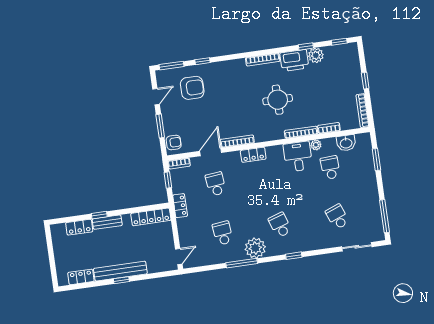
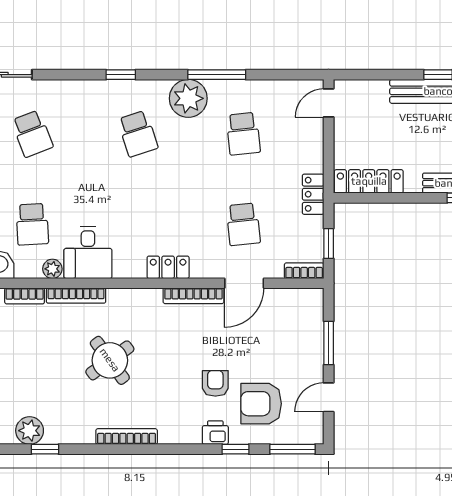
printer: (294, 60) -> (215, 433), moved, width x0.53, depth x0.68
round table: (278, 100) -> (110, 360), turned -36
armchair: (174, 142) -> (215, 383), moved, turned 90

